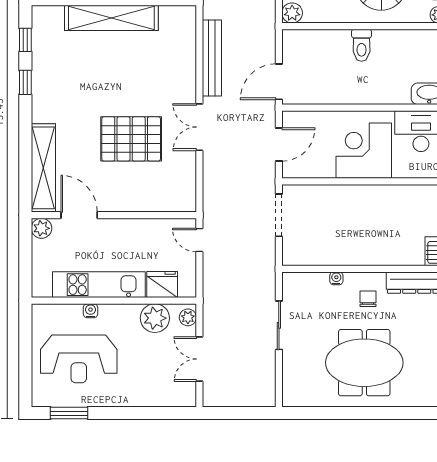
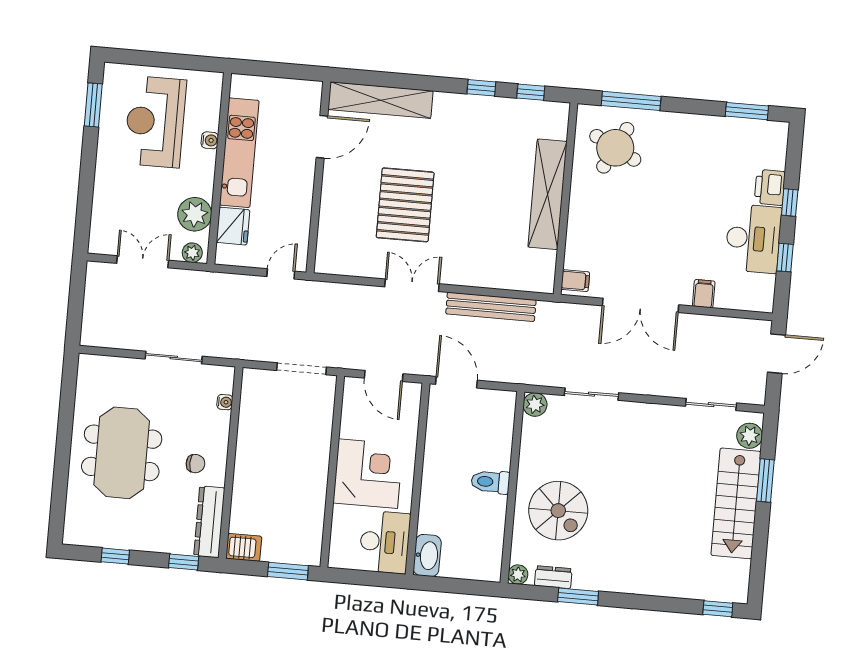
plant: (41, 228) -> (311, 92), removed
water cooler: (336, 278) -> (225, 402), moved

